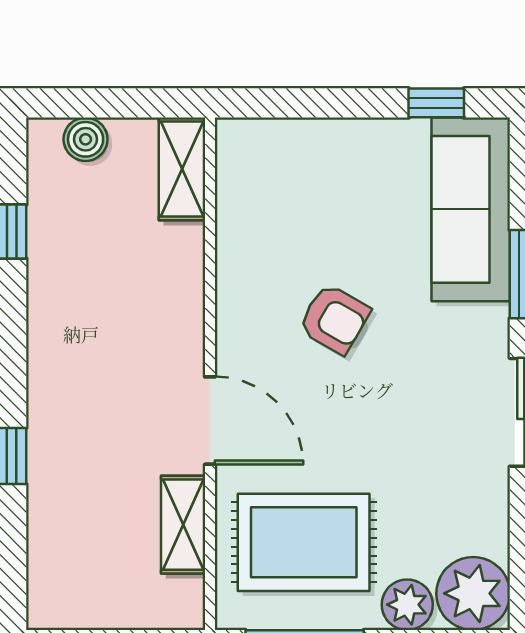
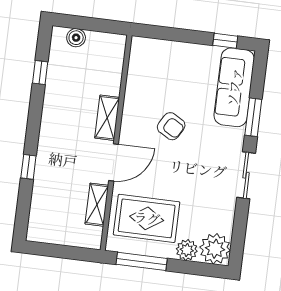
shelving: (182, 169) -> (107, 118), moved
door: (210, 421) -> (114, 162), hinge flipped

